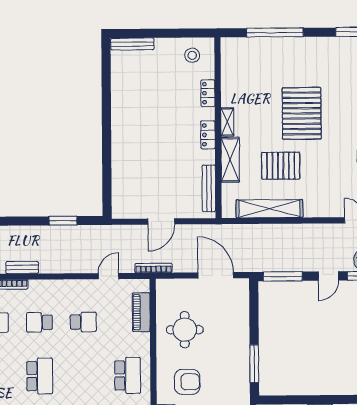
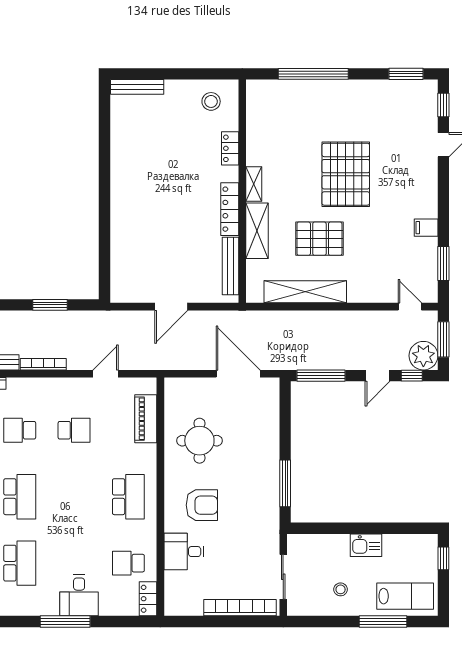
locker: (208, 135) -> (230, 209), width x1.53
bookcase: (154, 268) -> (43, 364), moved

